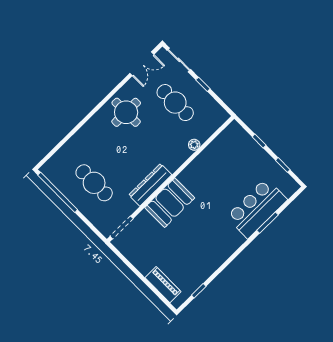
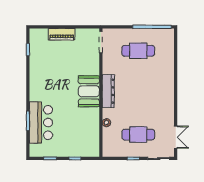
double door: (142, 64) -> (176, 137), swing flipped
round table: (126, 112) -> (159, 104), removed
dresser: (150, 185) -> (108, 91), moved
booth: (170, 203) -> (89, 91), moved
piano: (163, 285) -> (62, 34), moved

